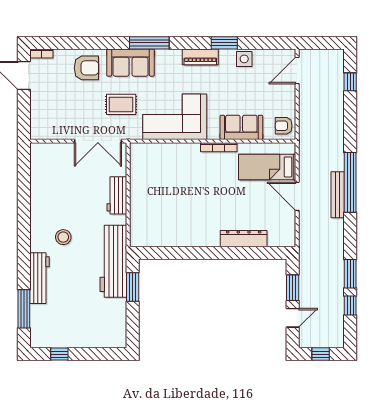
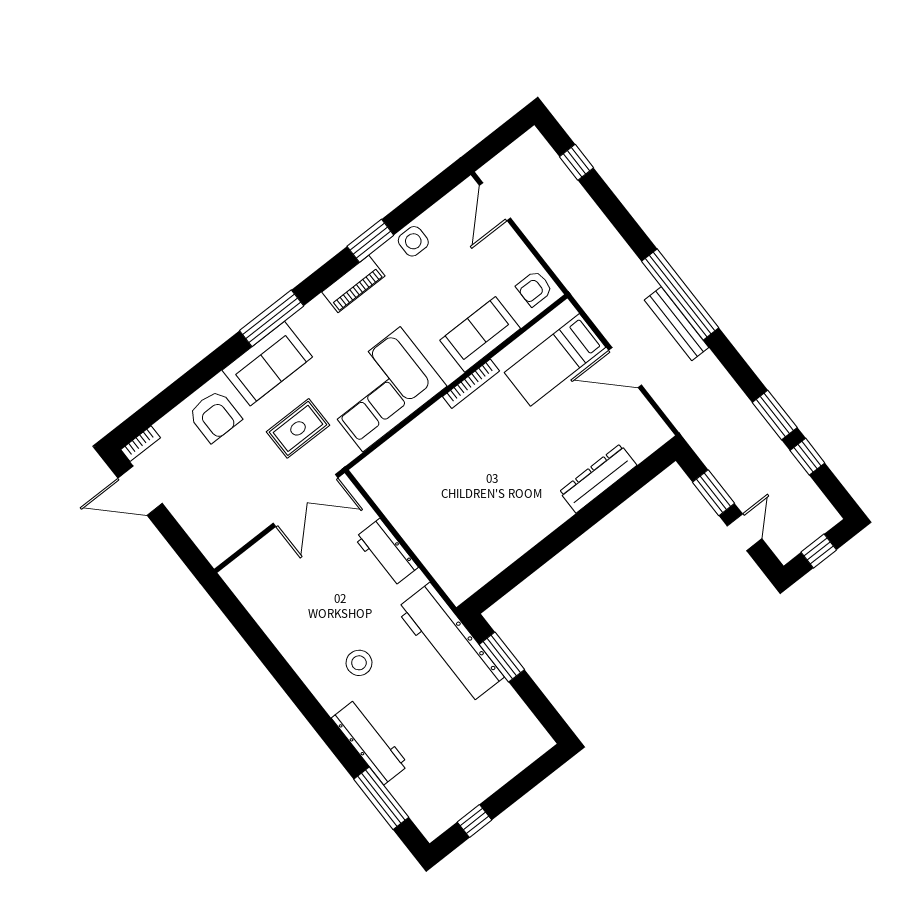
armchair: (86, 68) -> (215, 416), turned 90

